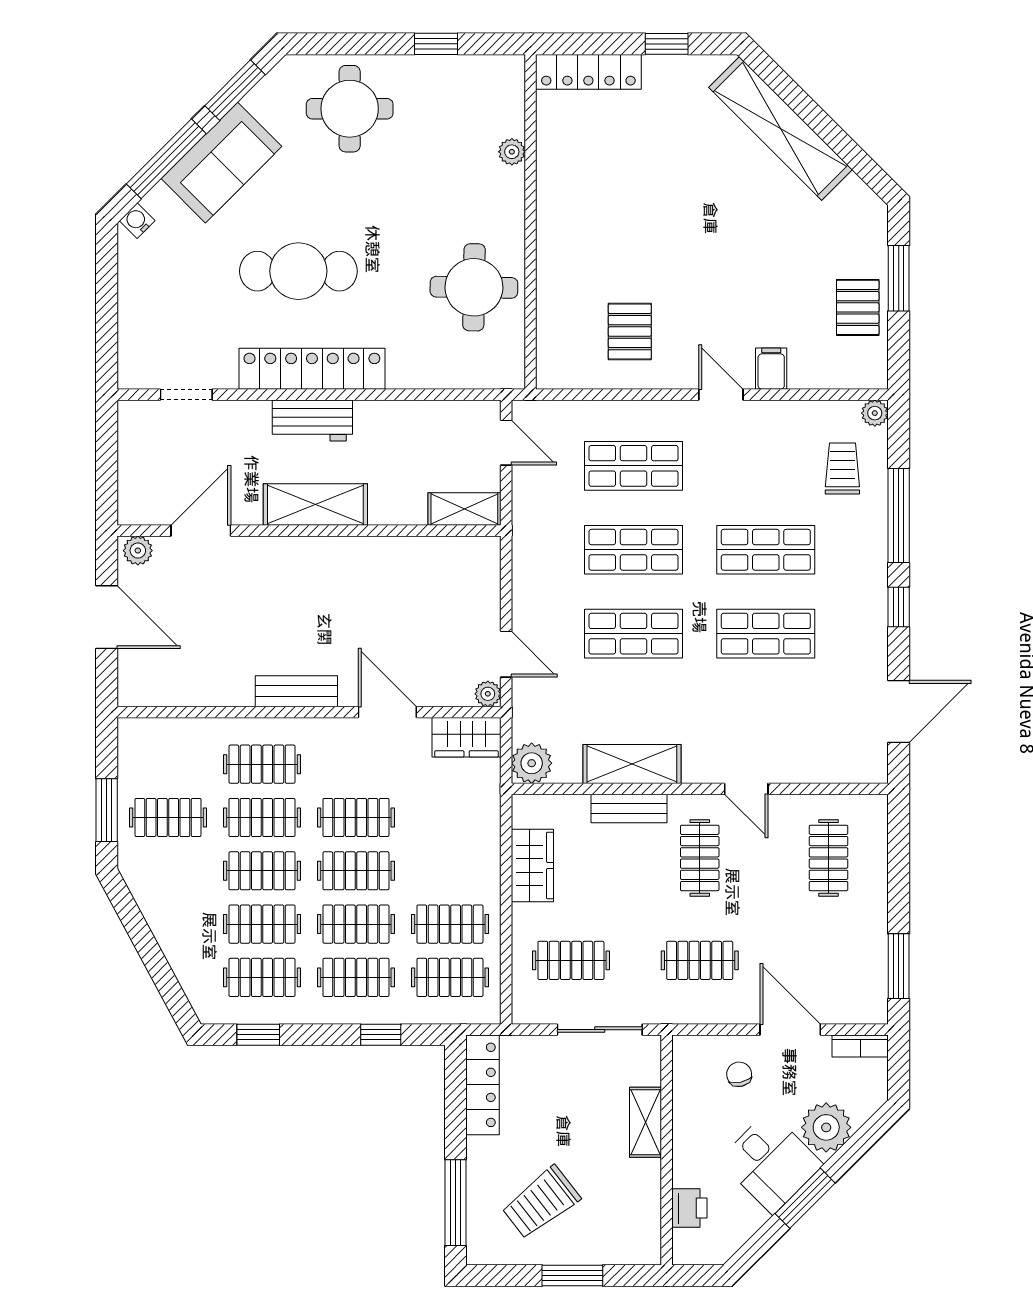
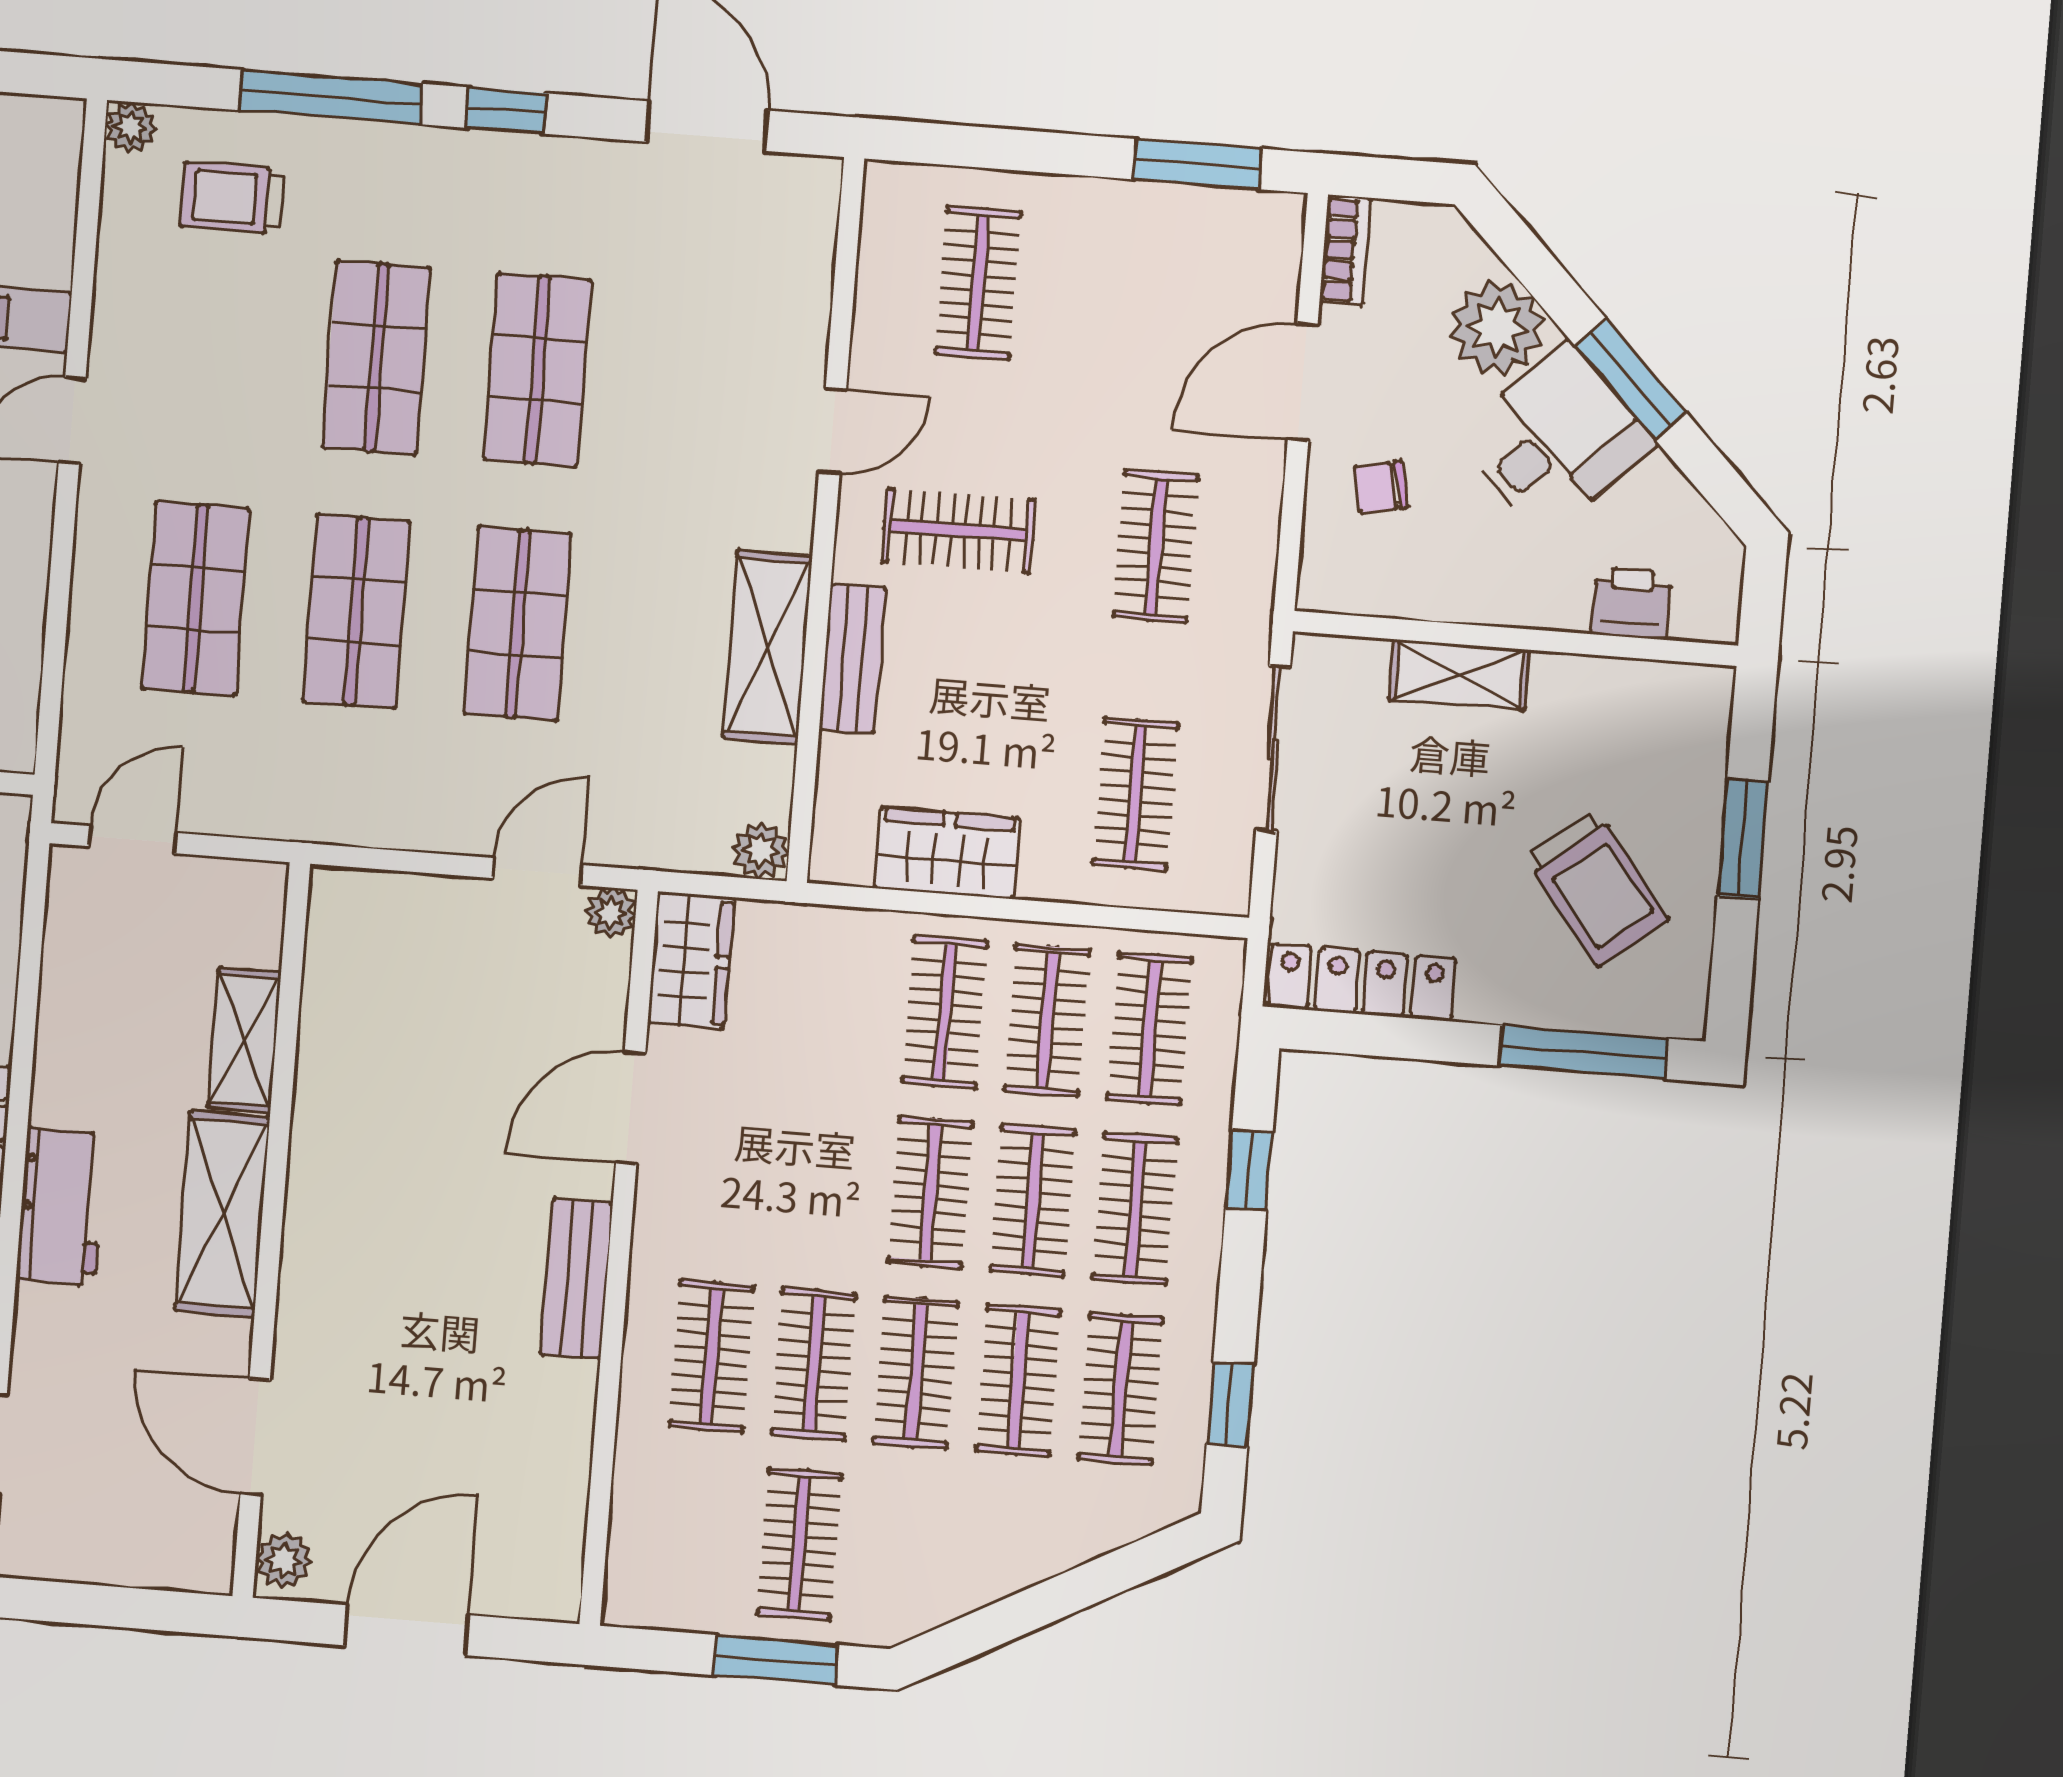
shelving: (464, 509) -> (244, 1040), moved
plant: (532, 763) -> (760, 851), width x0.73, depth x0.73
clothes rail: (356, 817) -> (945, 1012), moved
clothes rail: (828, 858) -> (978, 283), turned 90

